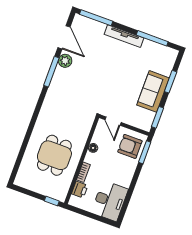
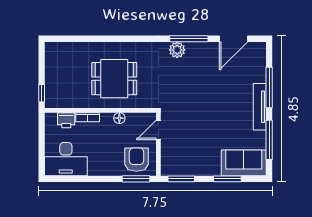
window: (96, 18) -> (269, 87), moved
plant: (65, 61) -> (177, 50), moved
sofa: (153, 91) -> (244, 163), moved
dining table: (54, 155) -> (114, 79), moved

